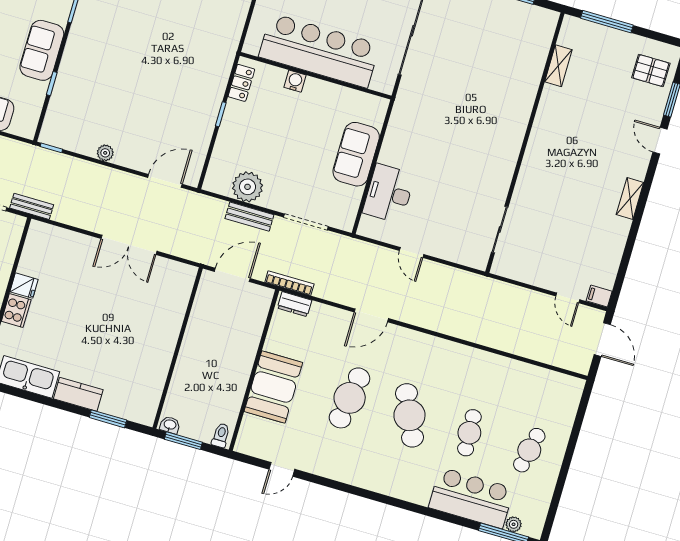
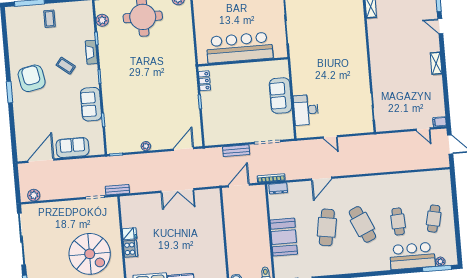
water cooler: (295, 81) -> (233, 69), removed
plant: (248, 187) -> (229, 135), removed

